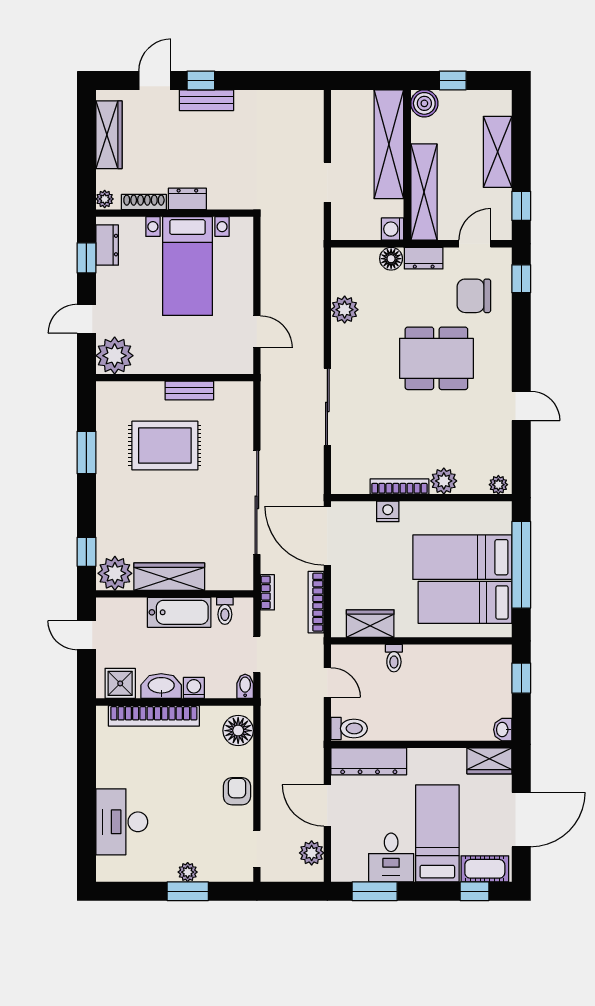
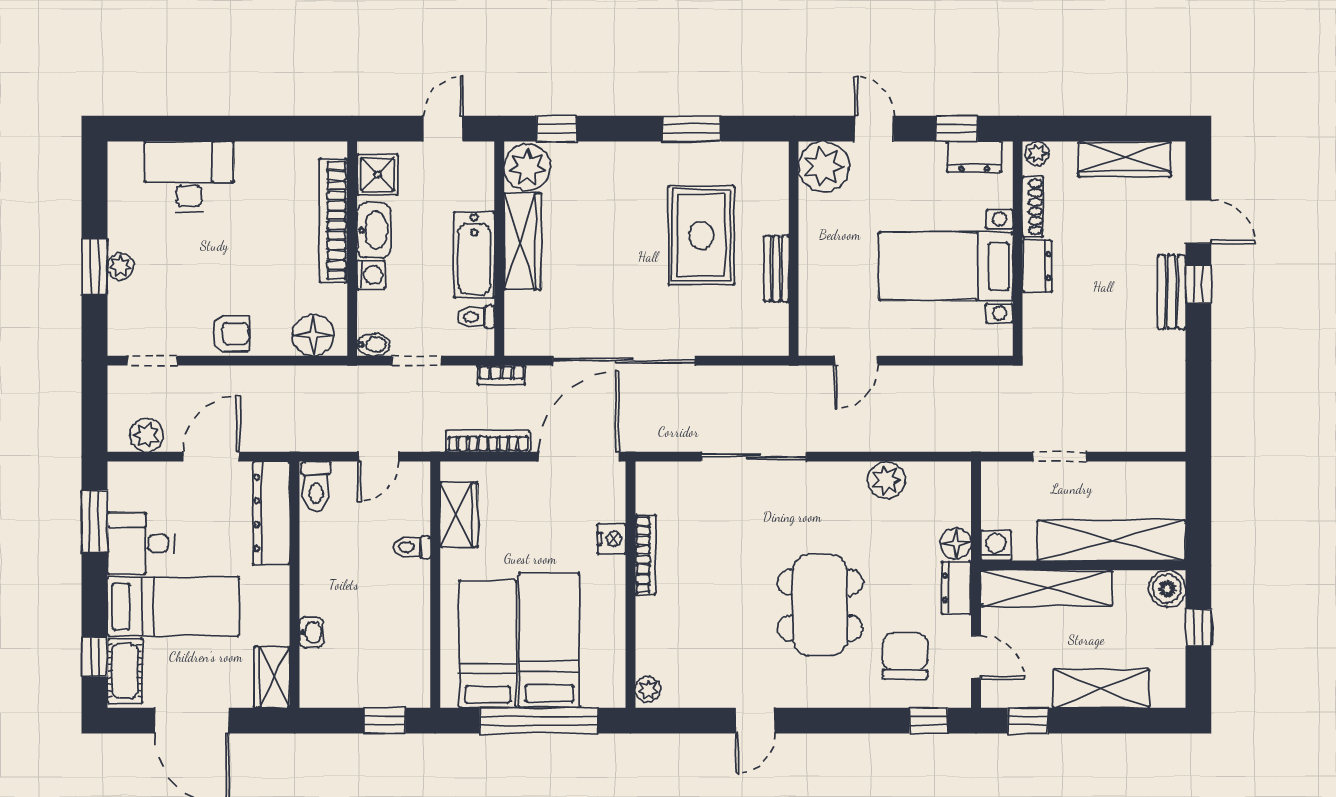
plant: (444, 481) -> (653, 615), removed
washbasin: (503, 730) -> (312, 632), moved, turned 90

